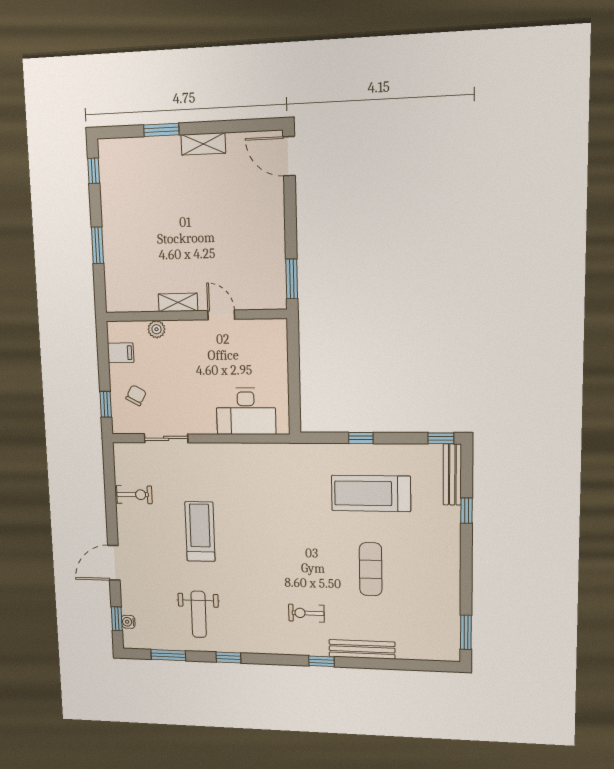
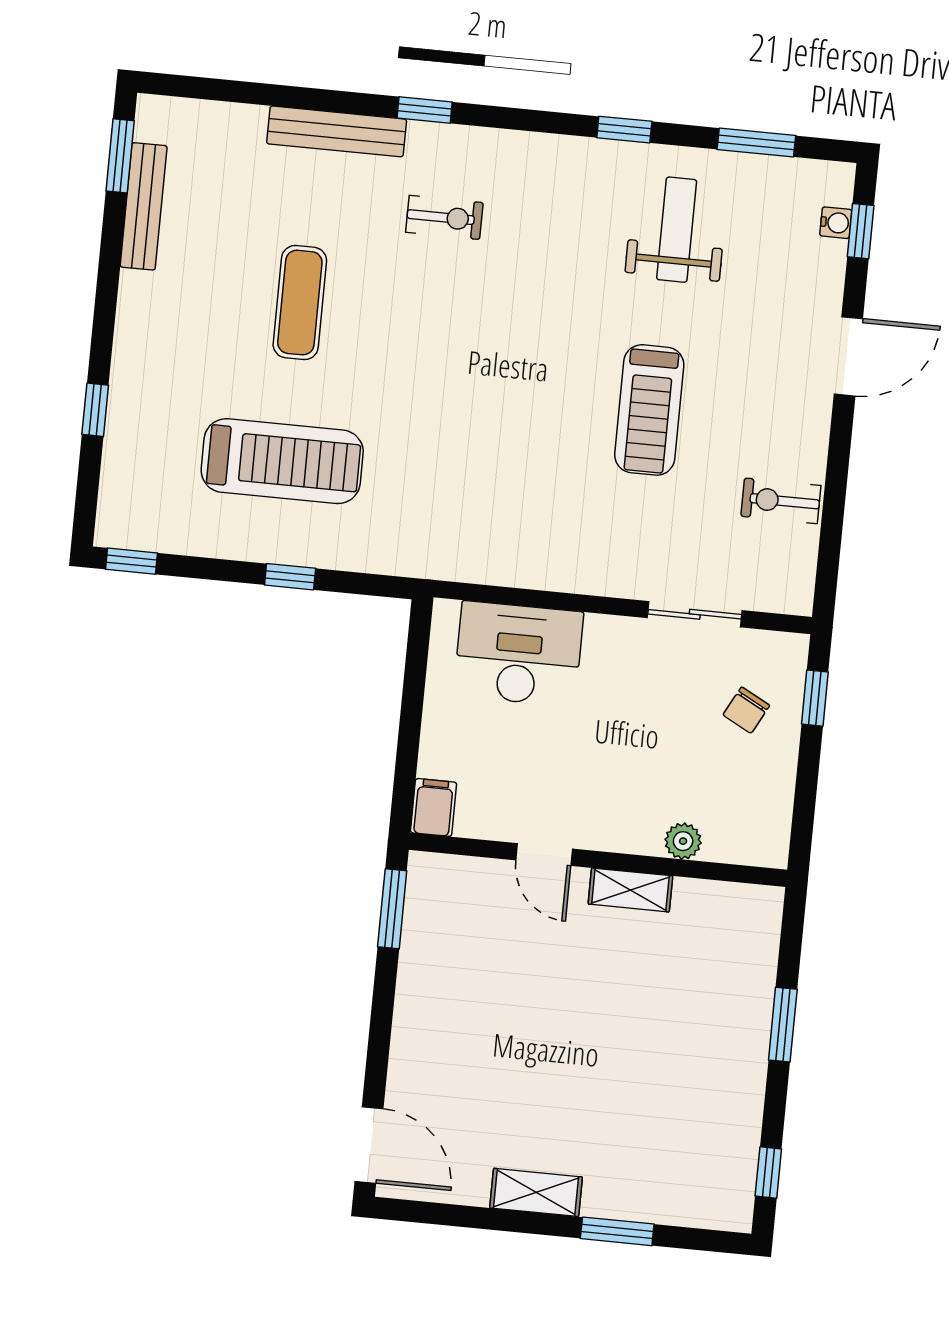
filing cabinet: (121, 353) -> (434, 807), moved, turned 90
bench: (452, 474) -> (144, 206), moved

